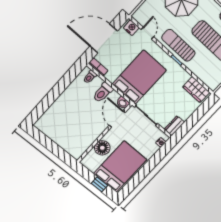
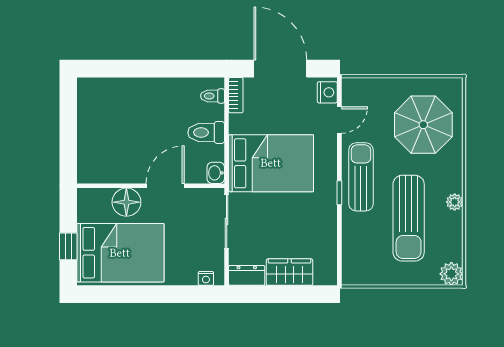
wardrobe: (196, 90) -> (289, 272), moved, turned 90
door: (117, 119) -> (165, 186), moved

